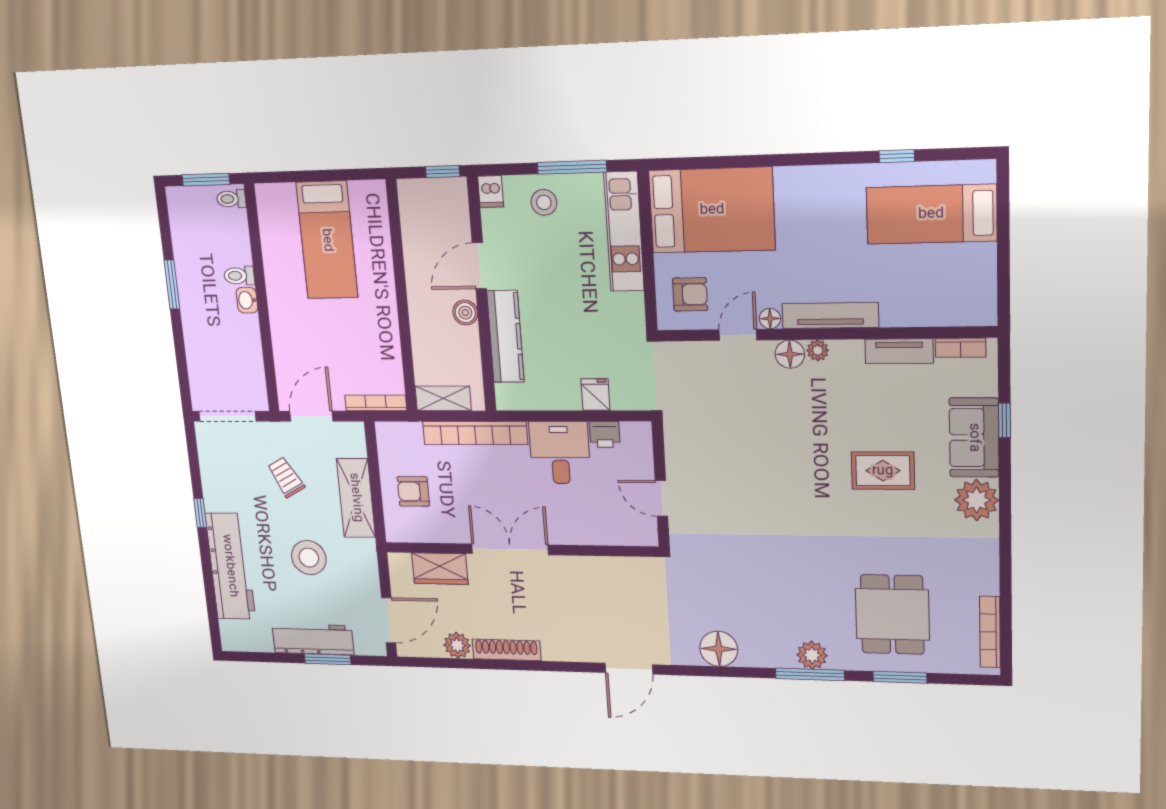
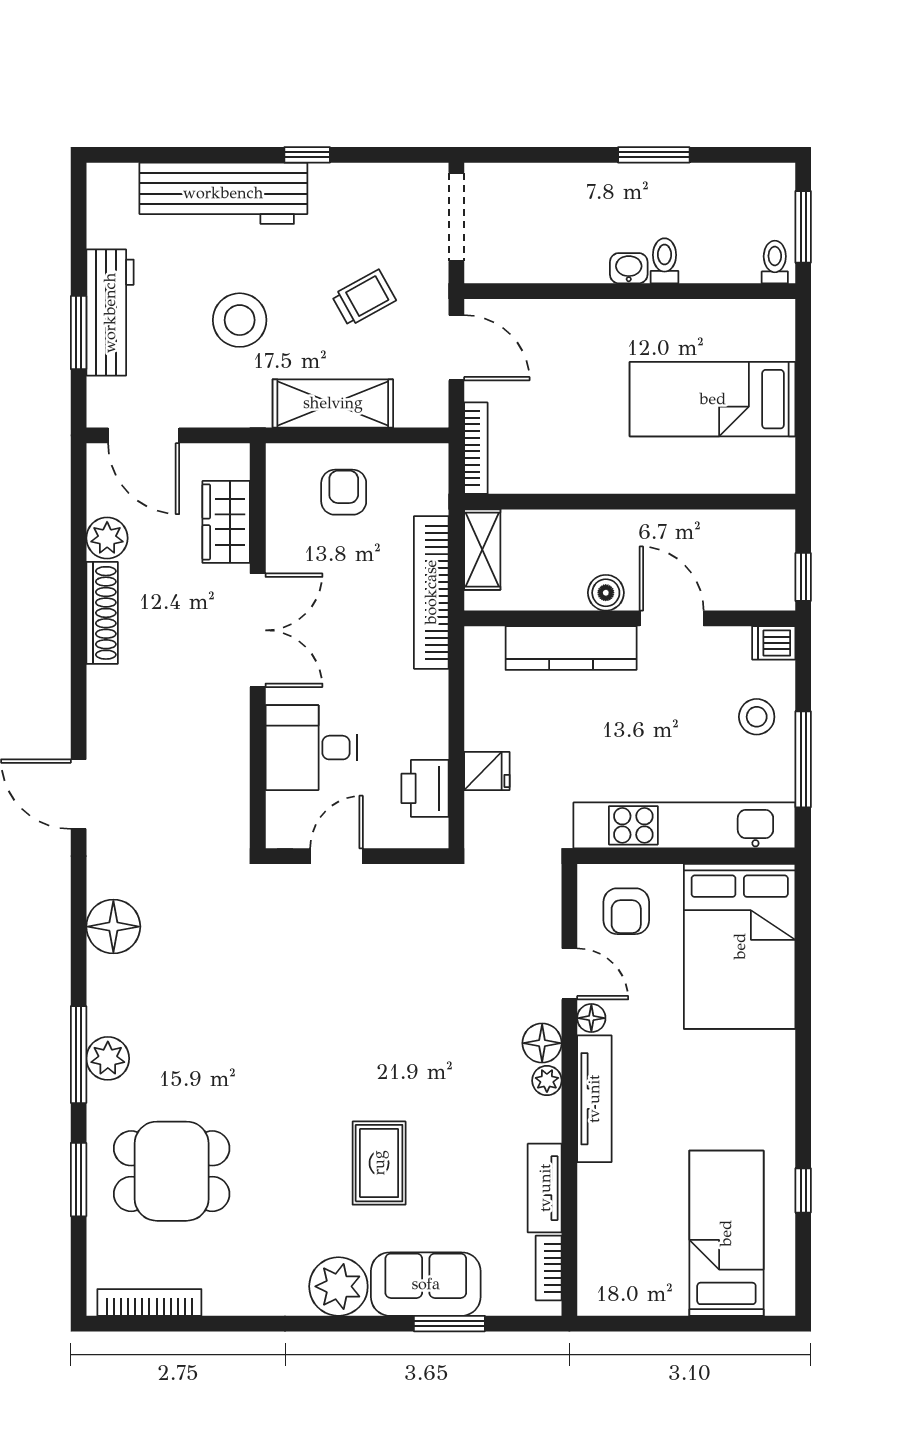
kitchen unit: (624, 232) -> (684, 825), width x1.36
window: (1004, 420) -> (449, 1324), width x1.50
printer: (605, 434) -> (425, 788), width x1.36, depth x1.24
desk: (560, 453) -> (311, 748), moved, turned 180

